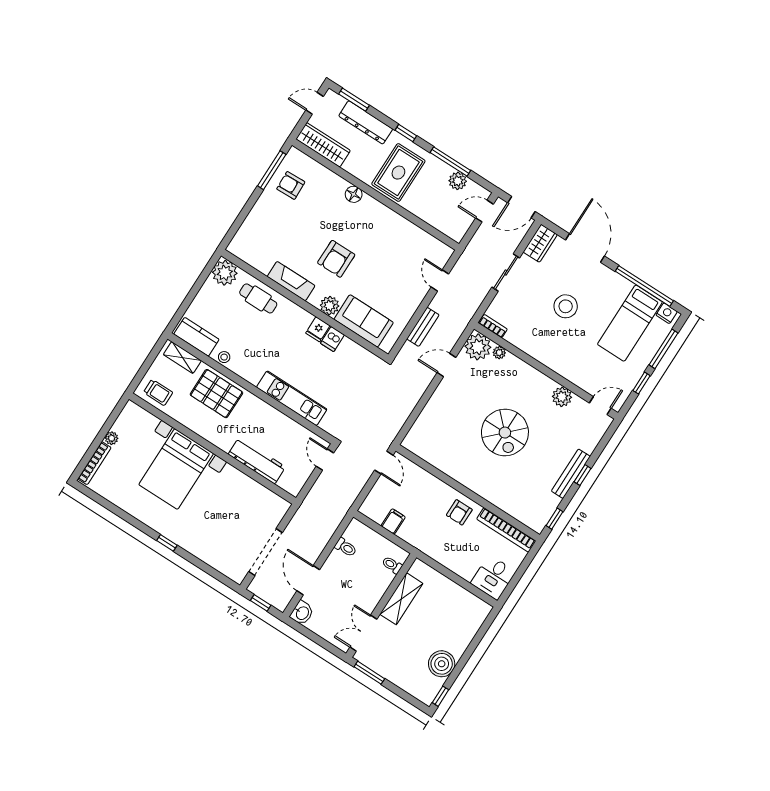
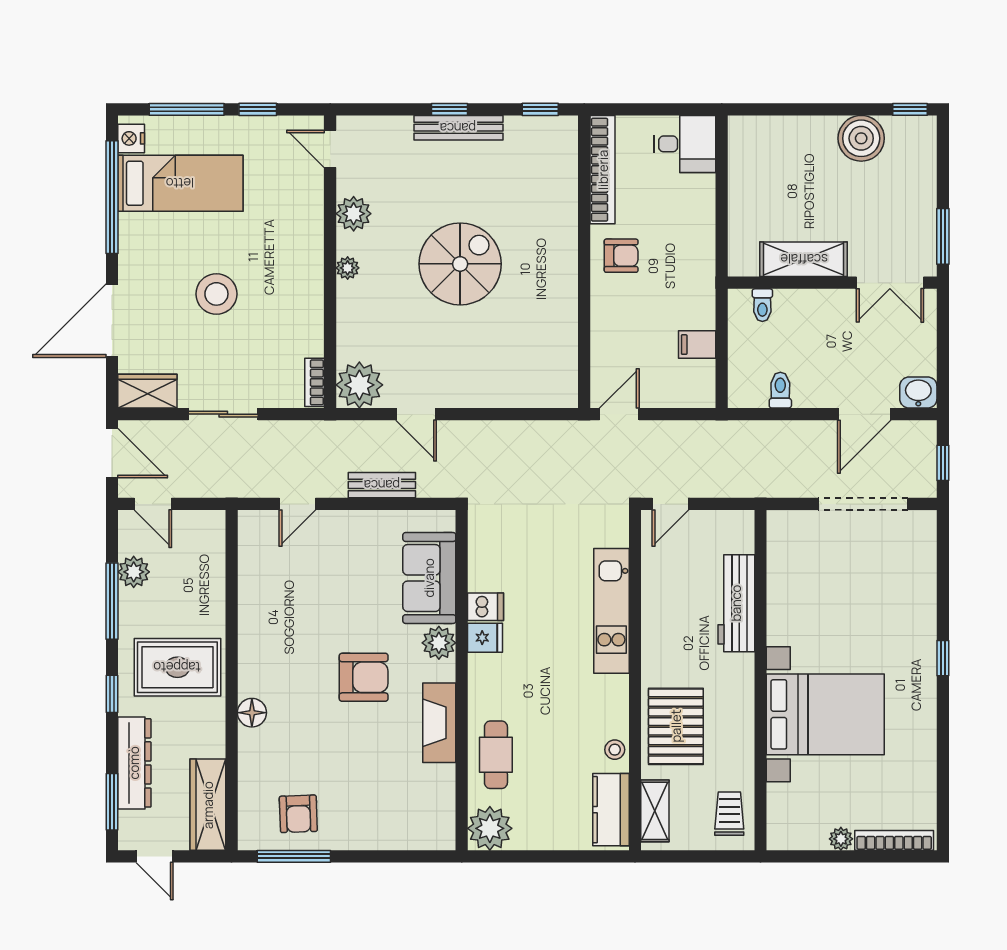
plant: (499, 353) -> (348, 268), moved

